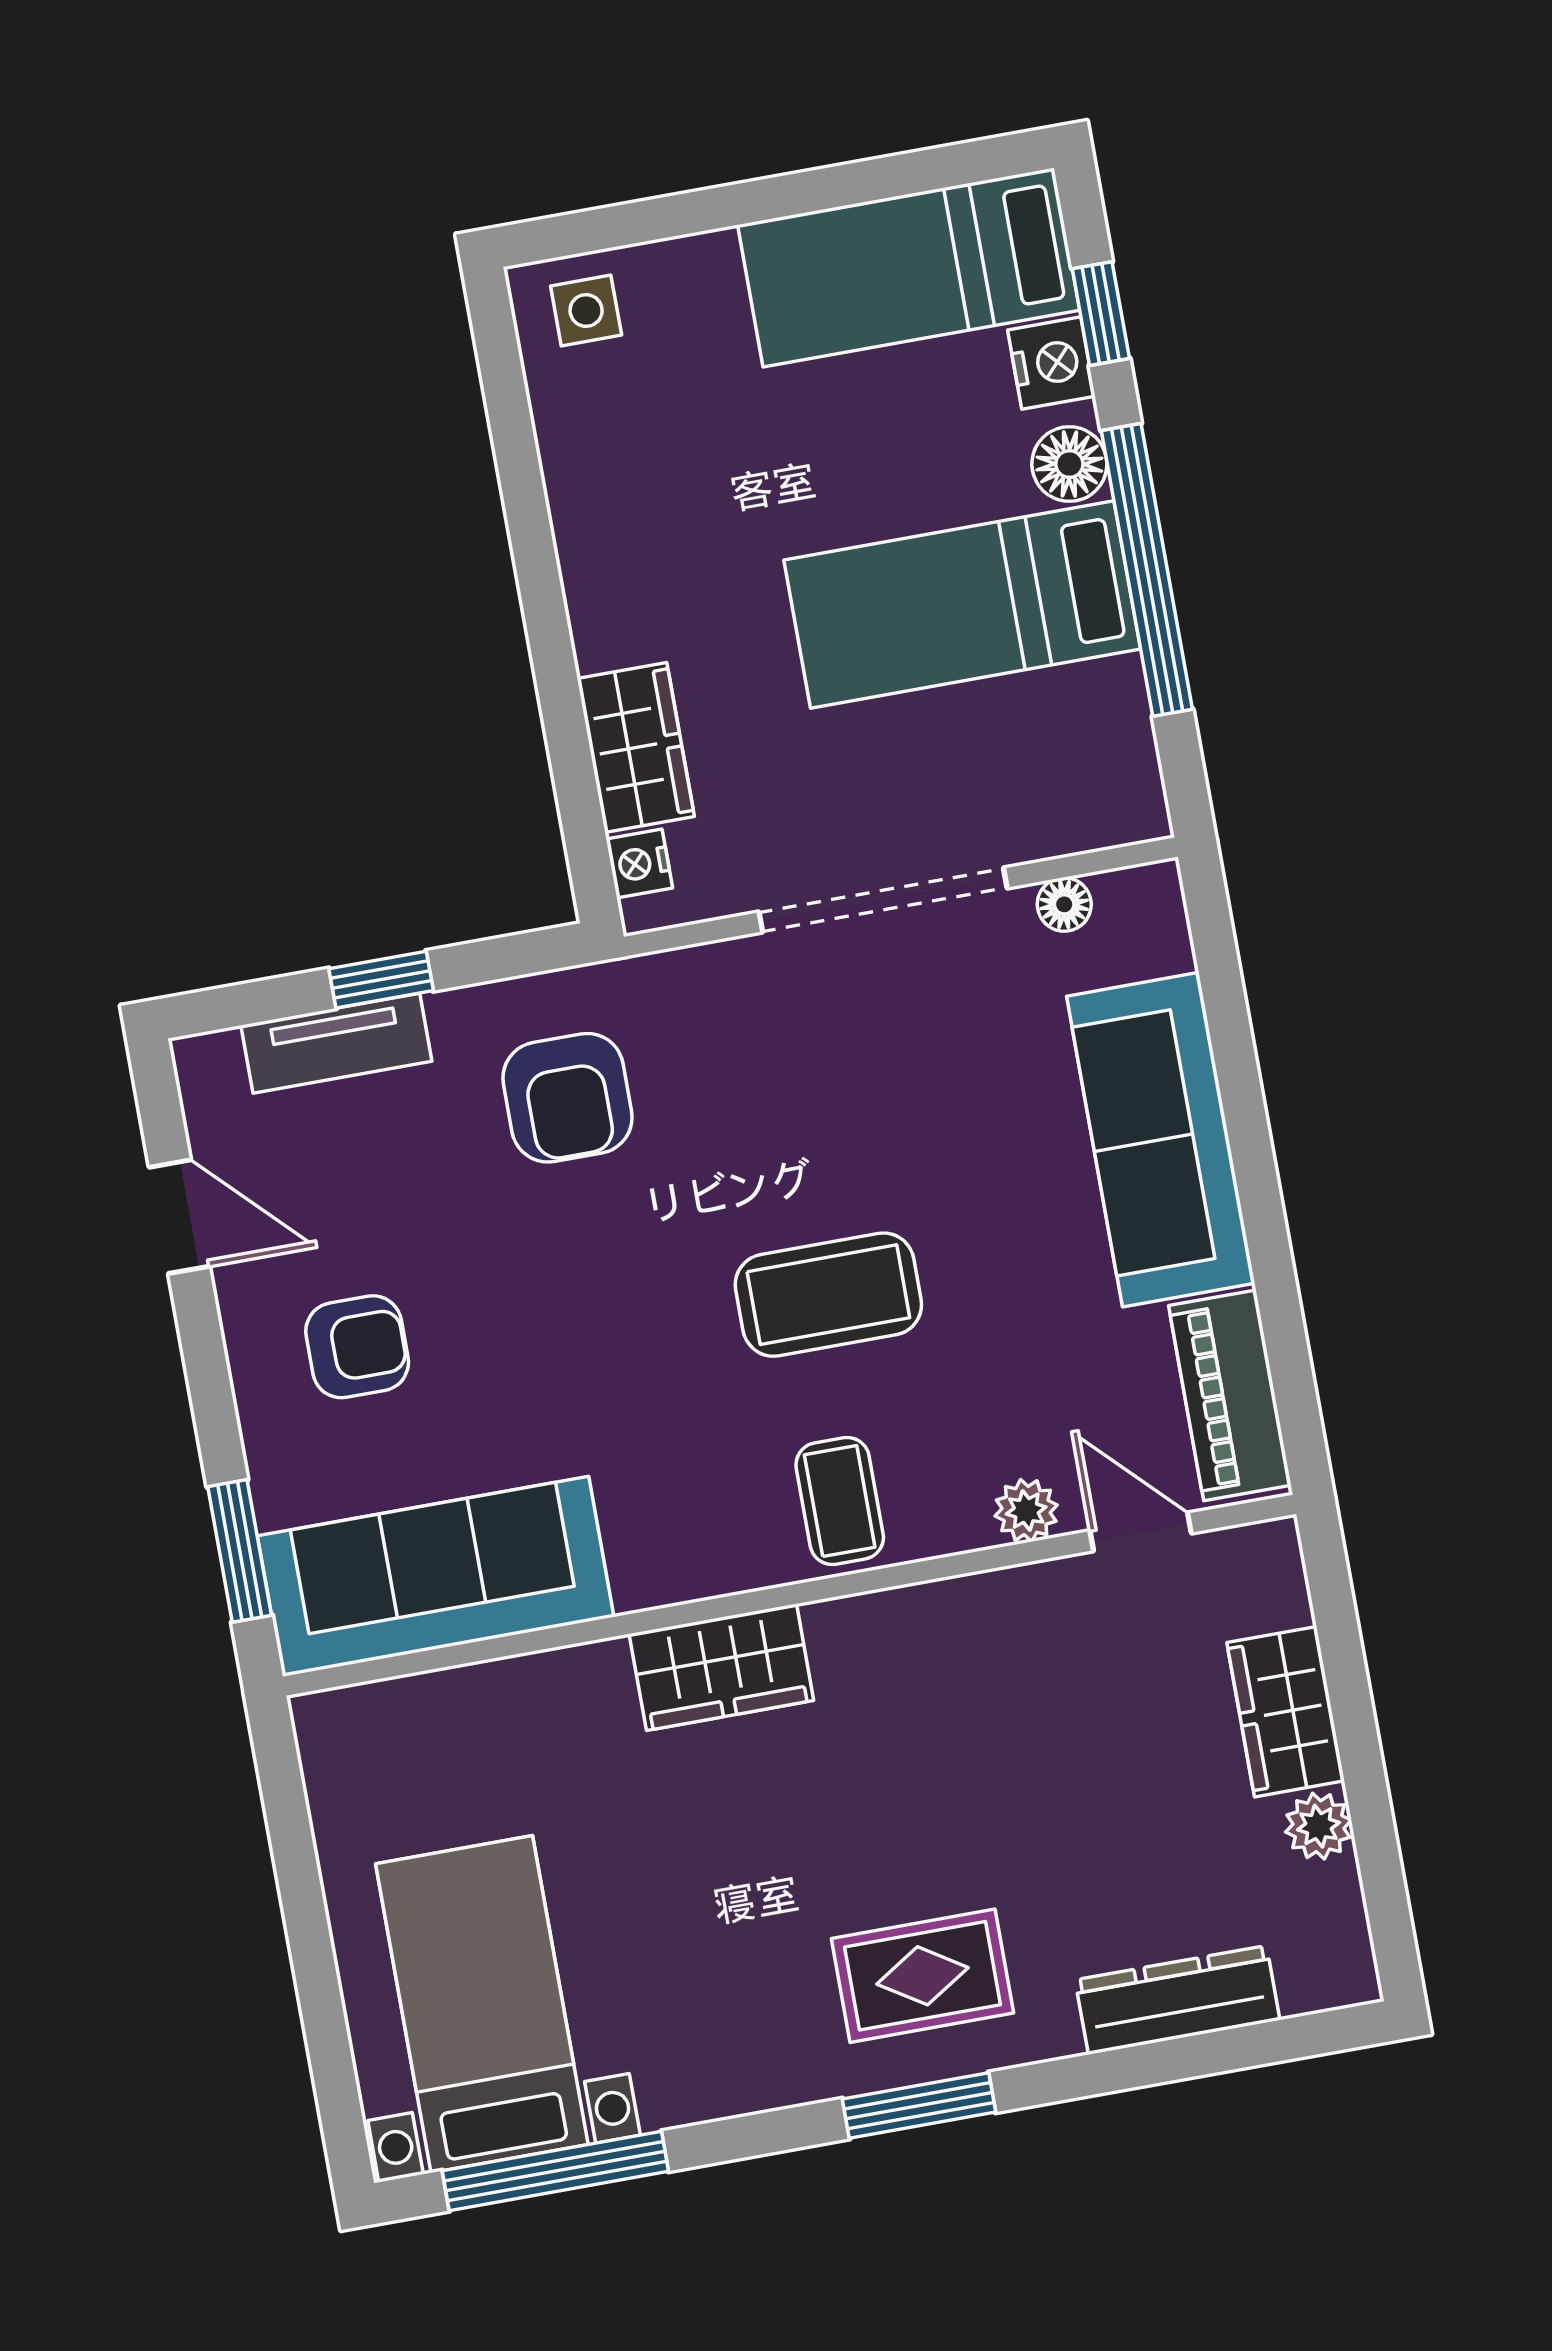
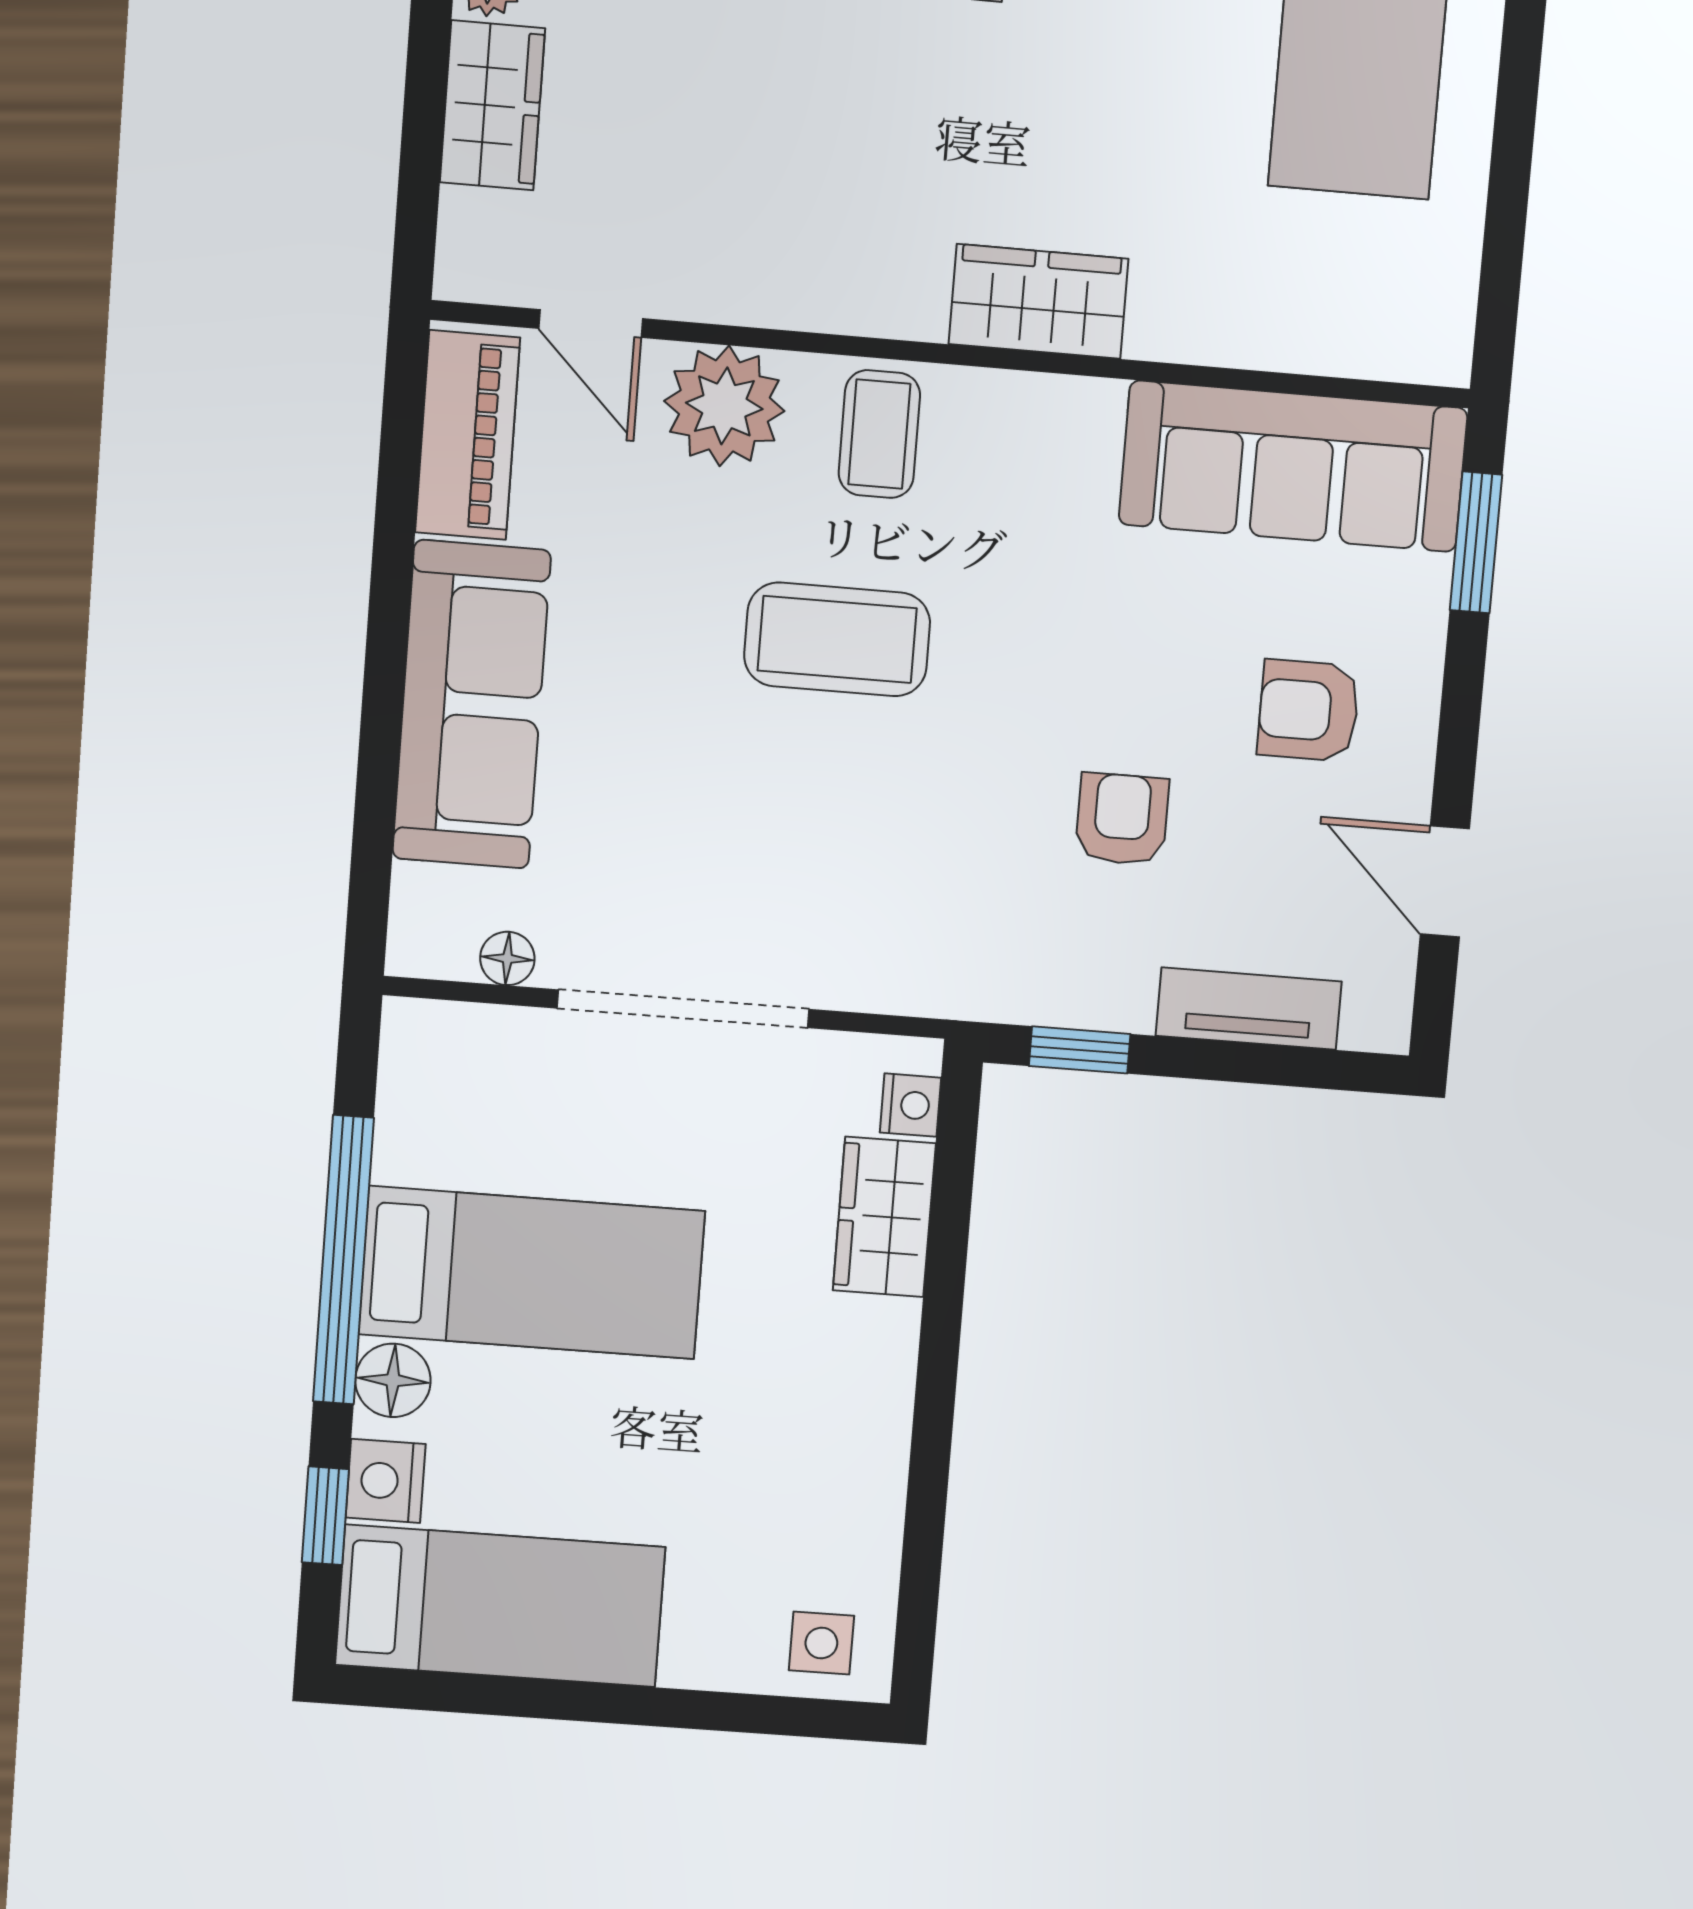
window: (381, 980) -> (1080, 1050), moved
armchair: (568, 1098) -> (1122, 819), moved, width x0.72, depth x0.72
plant: (1026, 1511) -> (724, 406), width x1.88, depth x1.88

